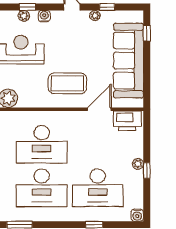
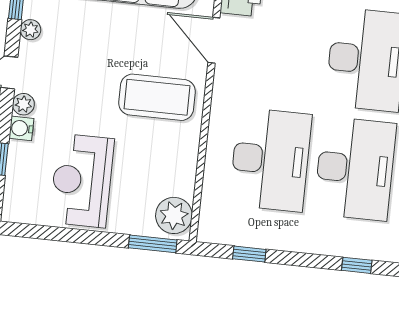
plant: (24, 16) -> (23, 104), moved
coffee table: (67, 83) -> (157, 97), turned 90

